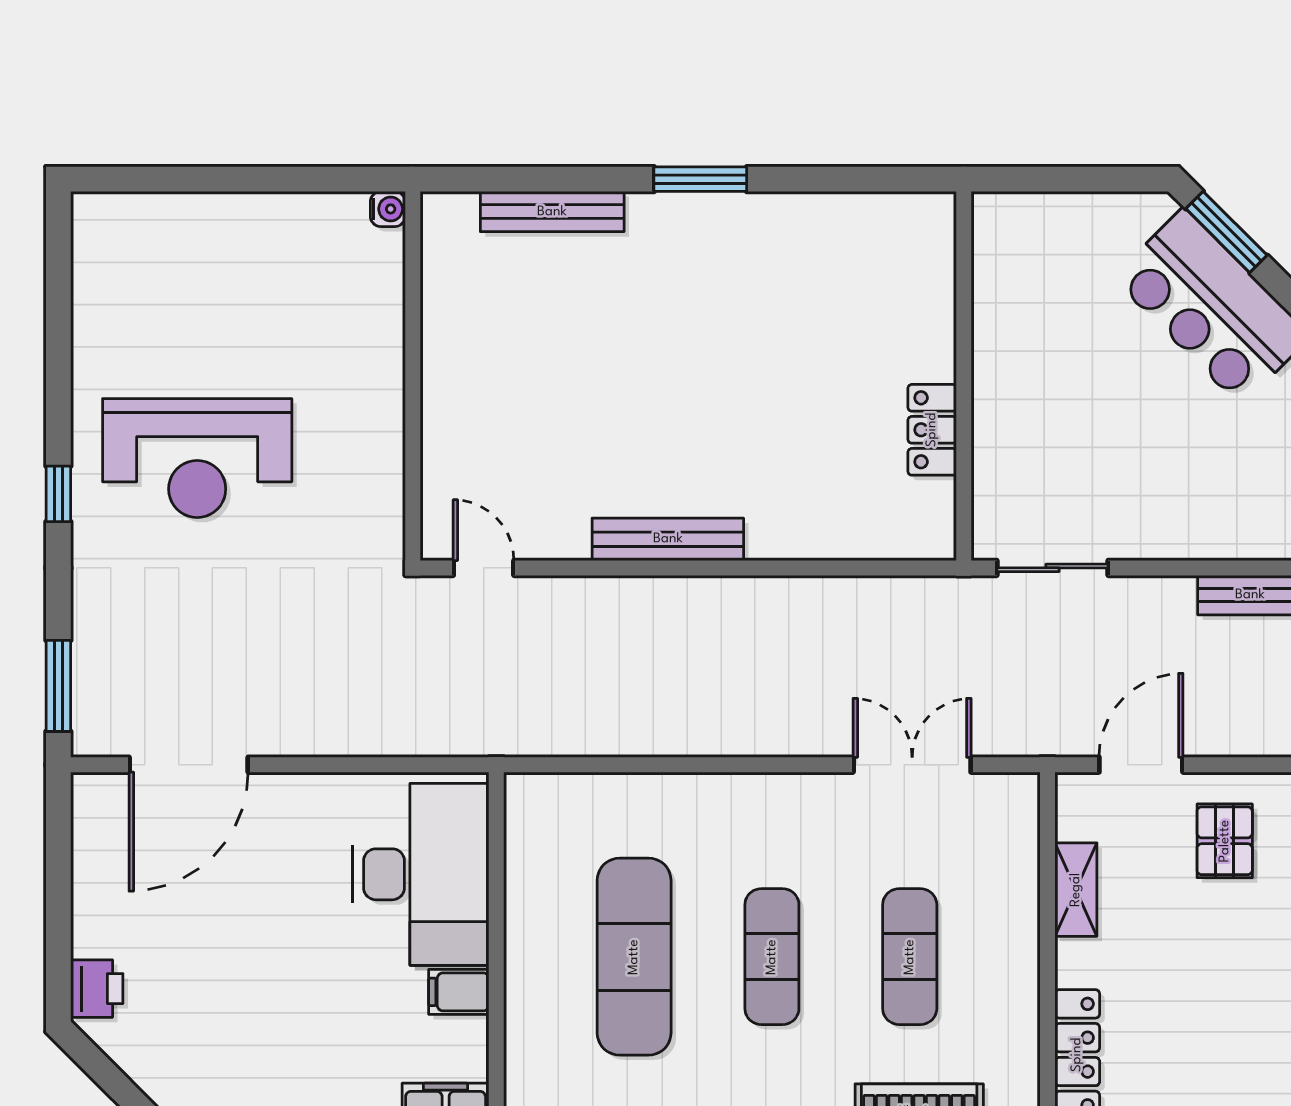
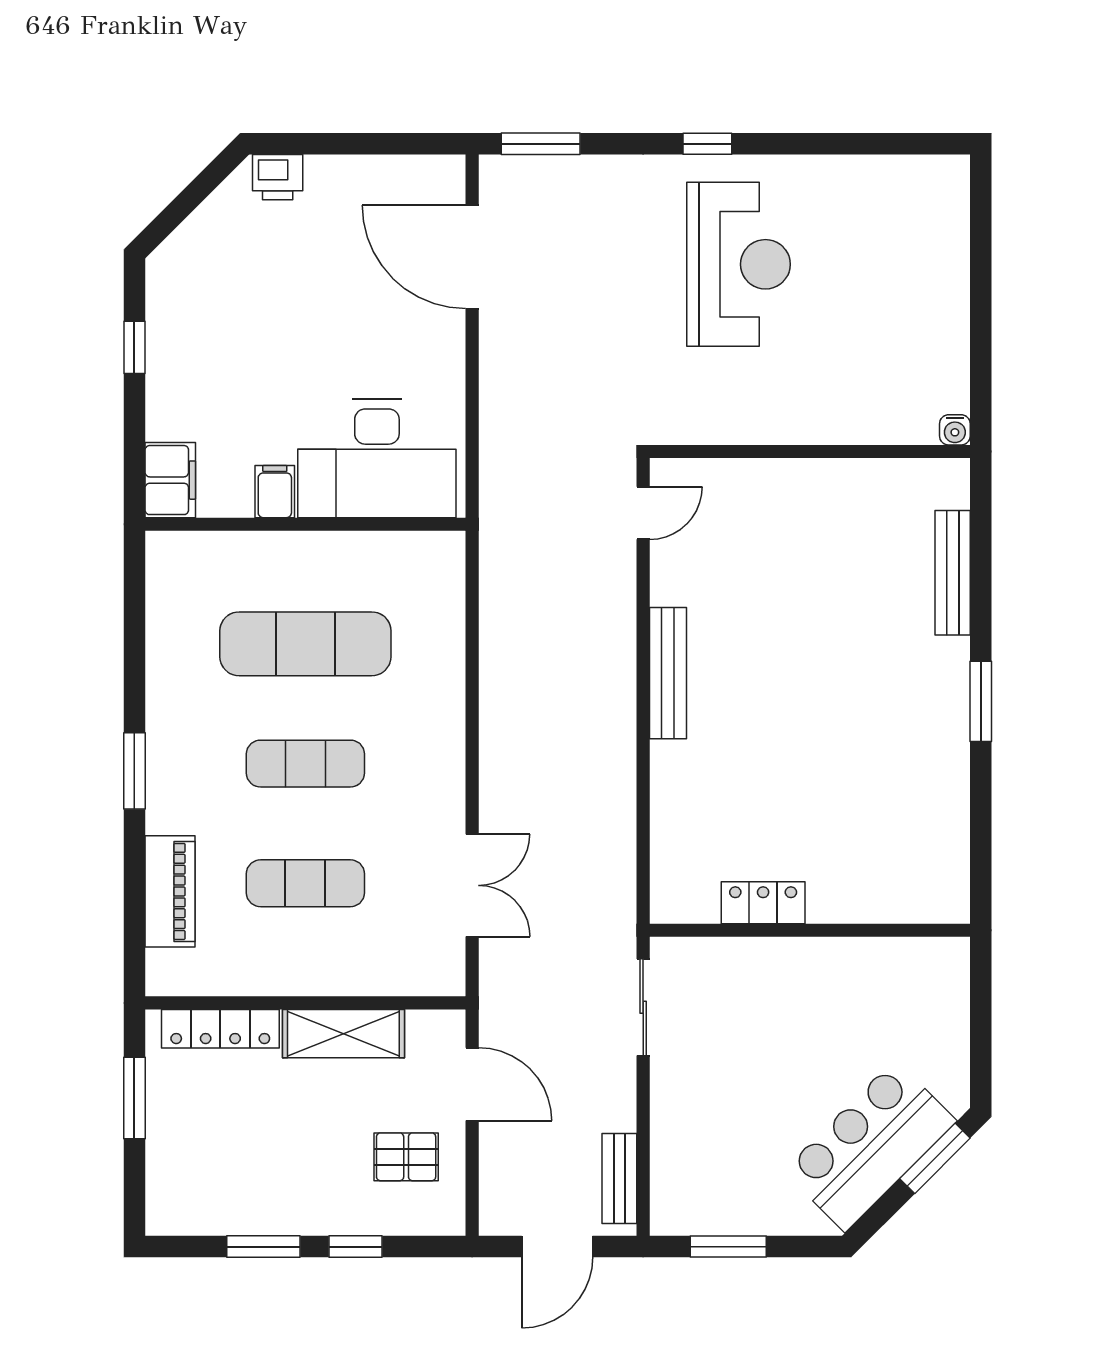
reception desk: (197, 458) -> (739, 264), turned 180
shelving: (1076, 890) -> (343, 1034), width x1.50, depth x1.33

